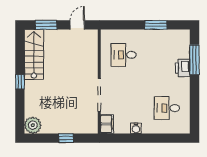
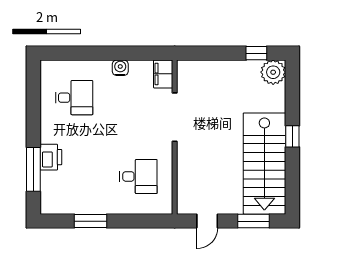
stairs: (34, 55) -> (264, 164), width x1.36, depth x1.51
window: (66, 138) -> (256, 53), moved

